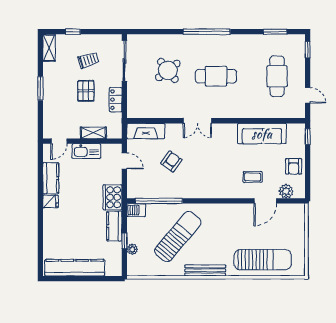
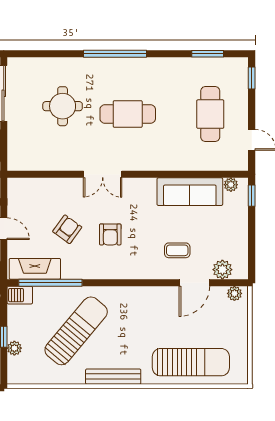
round table: (168, 70) -> (63, 106), turned 38
plant: (292, 128) -> (231, 185), added
fireplace: (146, 131) -> (35, 269), moved, turned 180
armchair: (294, 166) -> (110, 234), moved
plant: (295, 209) -> (234, 293), added

